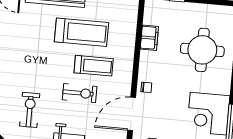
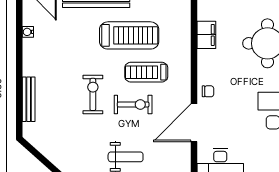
treadmill: (94, 66) -> (146, 72), turned 180
exercise bike: (30, 110) -> (93, 94), moved

